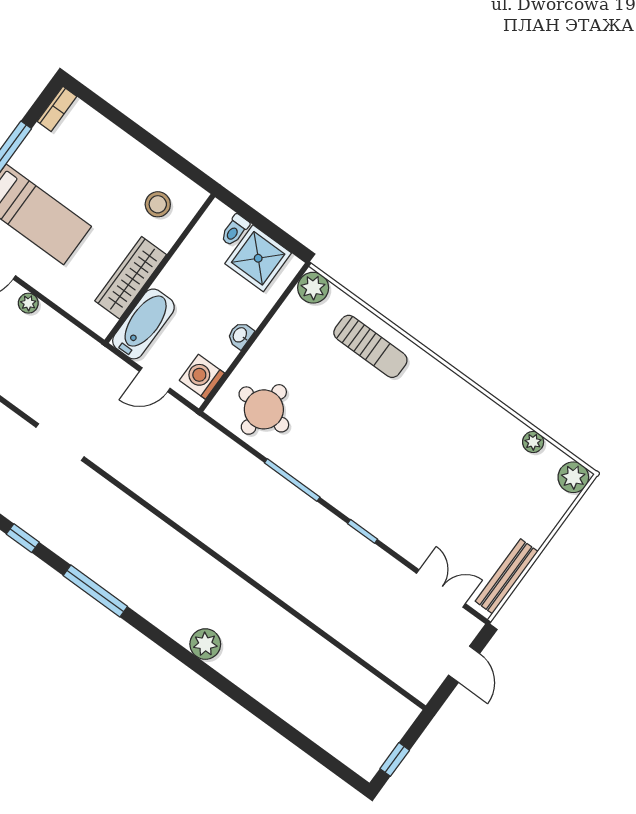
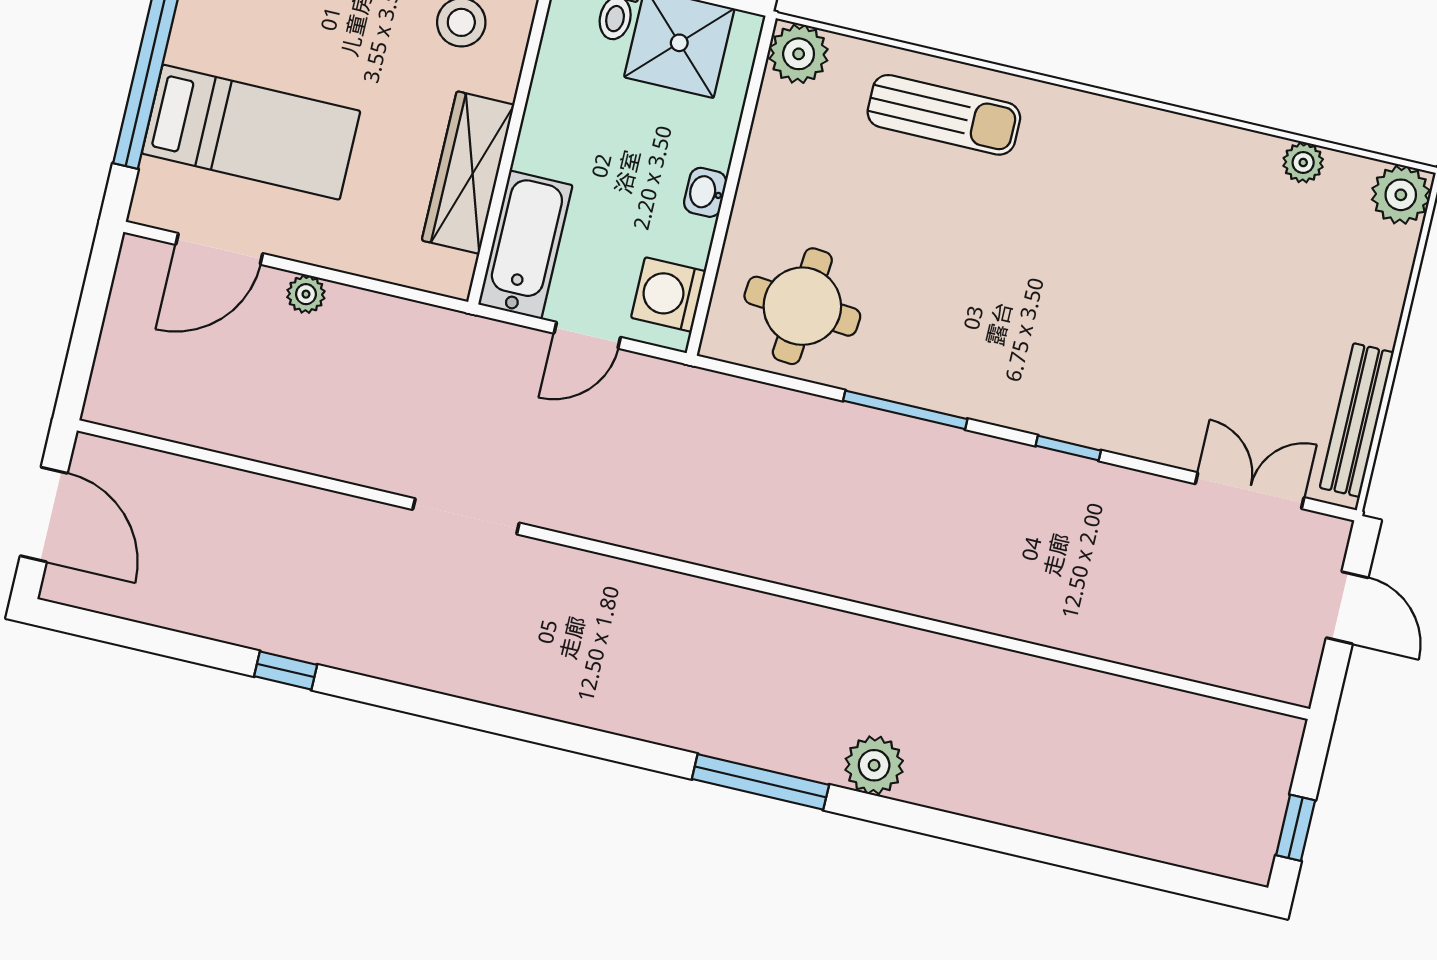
window: (23, 538) -> (472, 714), removed
window: (95, 591) -> (760, 782), moved

